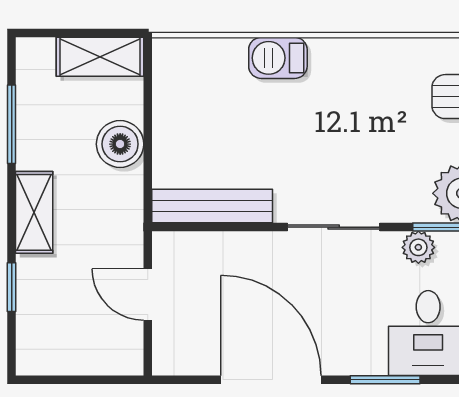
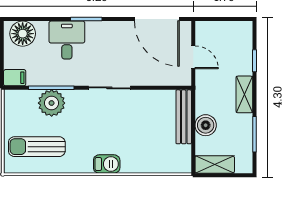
barbecue: (278, 58) -> (107, 164), moved
bench: (212, 206) -> (184, 117), moved, turned 90
plant: (418, 247) -> (71, 79), removed
door: (271, 380) -> (157, 19), moved

